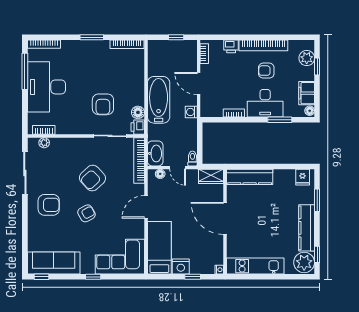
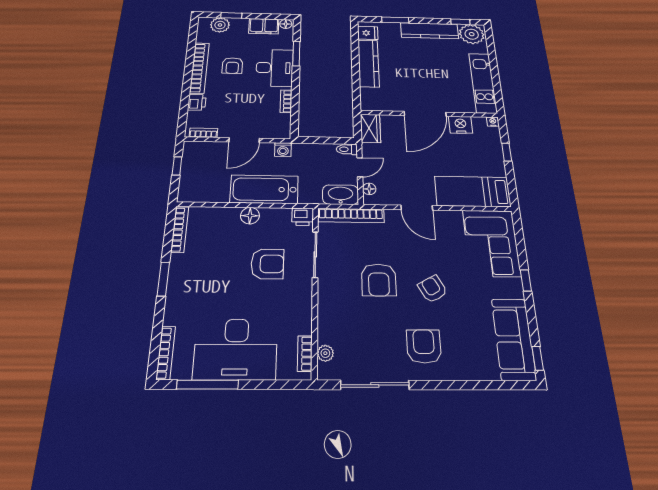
floor lamp: (138, 112) -> (250, 216), moved
kitchen counter: (250, 177) -> (369, 63), moved
armchair: (92, 178) -> (379, 280), turned 43
nightstand: (181, 267) -> (461, 125), moved, turned -90

